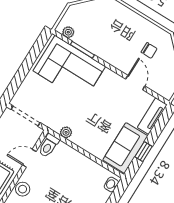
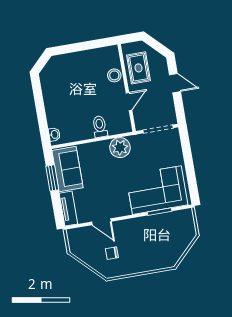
plant: (68, 32) -> (181, 215), removed
plant: (66, 132) -> (120, 148), width x1.87, depth x1.87
toilet: (49, 146) -> (100, 127), moved
window: (143, 152) -> (52, 178), width x1.50

